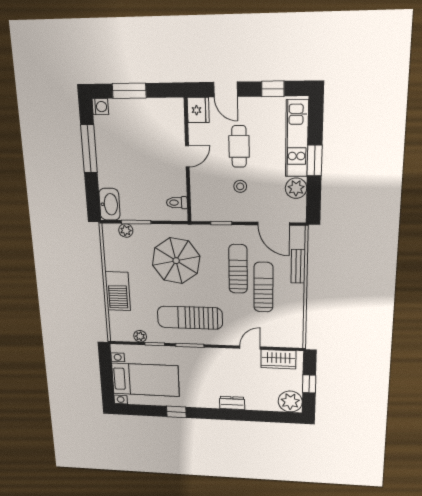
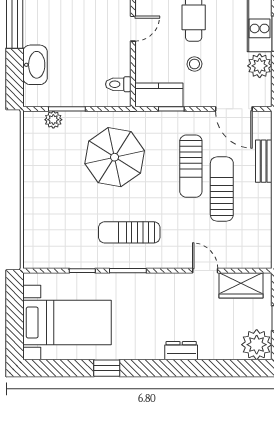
washbasin: (109, 204) -> (35, 65), moved
kitchen counter: (211, 212) -> (159, 95), added
sun lounger: (238, 269) -> (191, 166), turned 180
barbecue: (118, 291) -> (38, 199), removed
sun lounger: (190, 318) -> (129, 232), width x0.73, depth x0.75
plant: (140, 336) -> (63, 260), removed
door: (250, 348) -> (205, 271), hinge flipped

